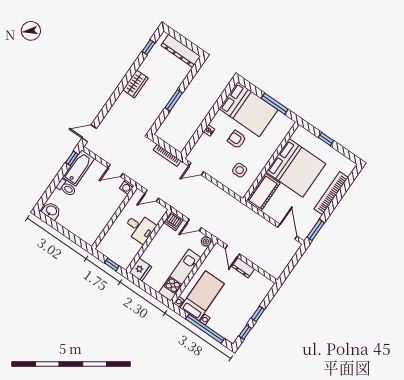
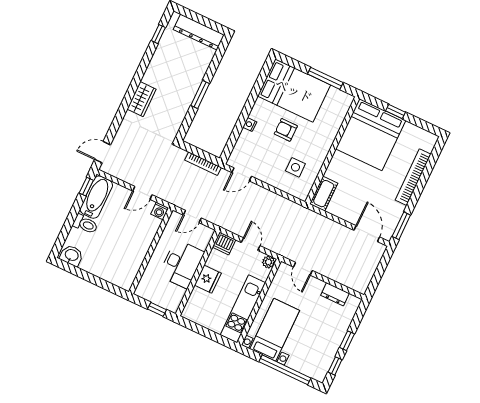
wardrobe: (135, 84) -> (142, 99), moved
bed: (296, 168) -> (371, 135), moved, turned 90
cot: (263, 192) -> (324, 194), width x0.73, depth x0.75
door: (194, 225) -> (251, 244), swing flipped
desk: (140, 228) -> (181, 264), width x1.37
dresser: (243, 268) -> (335, 294), moved
fridge: (140, 270) -> (208, 279), moved

